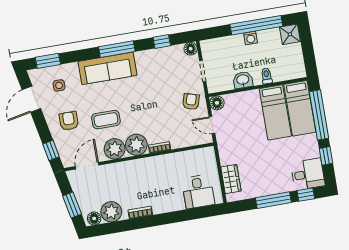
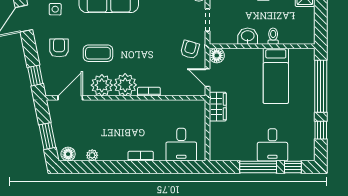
bed: (300, 108) -> (302, 76), removed
desk: (308, 174) -> (272, 145), moved, turned 90
wardrobe: (231, 179) -> (218, 107), moved
plant: (111, 212) -> (92, 155), width x0.53, depth x0.53
bookcase: (140, 212) -> (141, 156), moved

